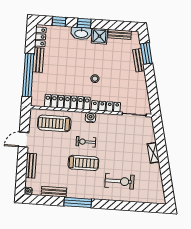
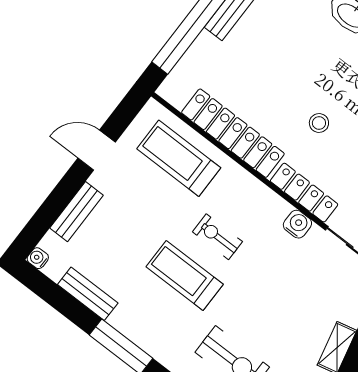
water cooler: (91, 117) -> (297, 224), moved
treadmill: (83, 163) -> (185, 275), turned 180

